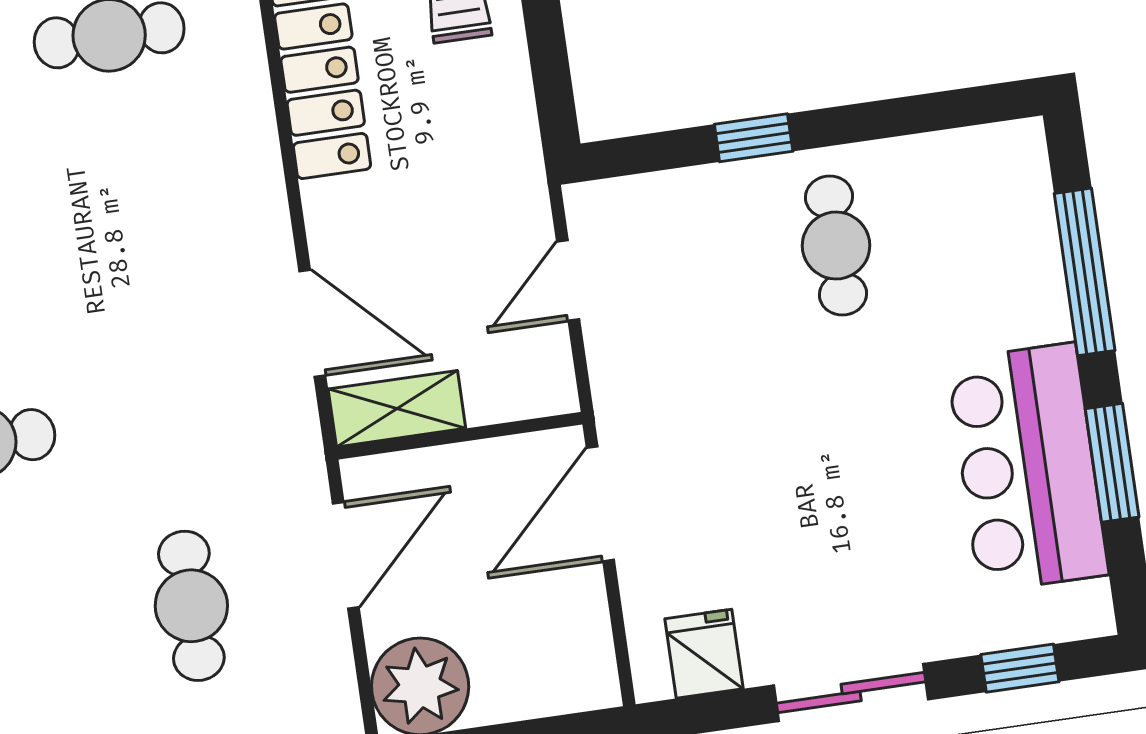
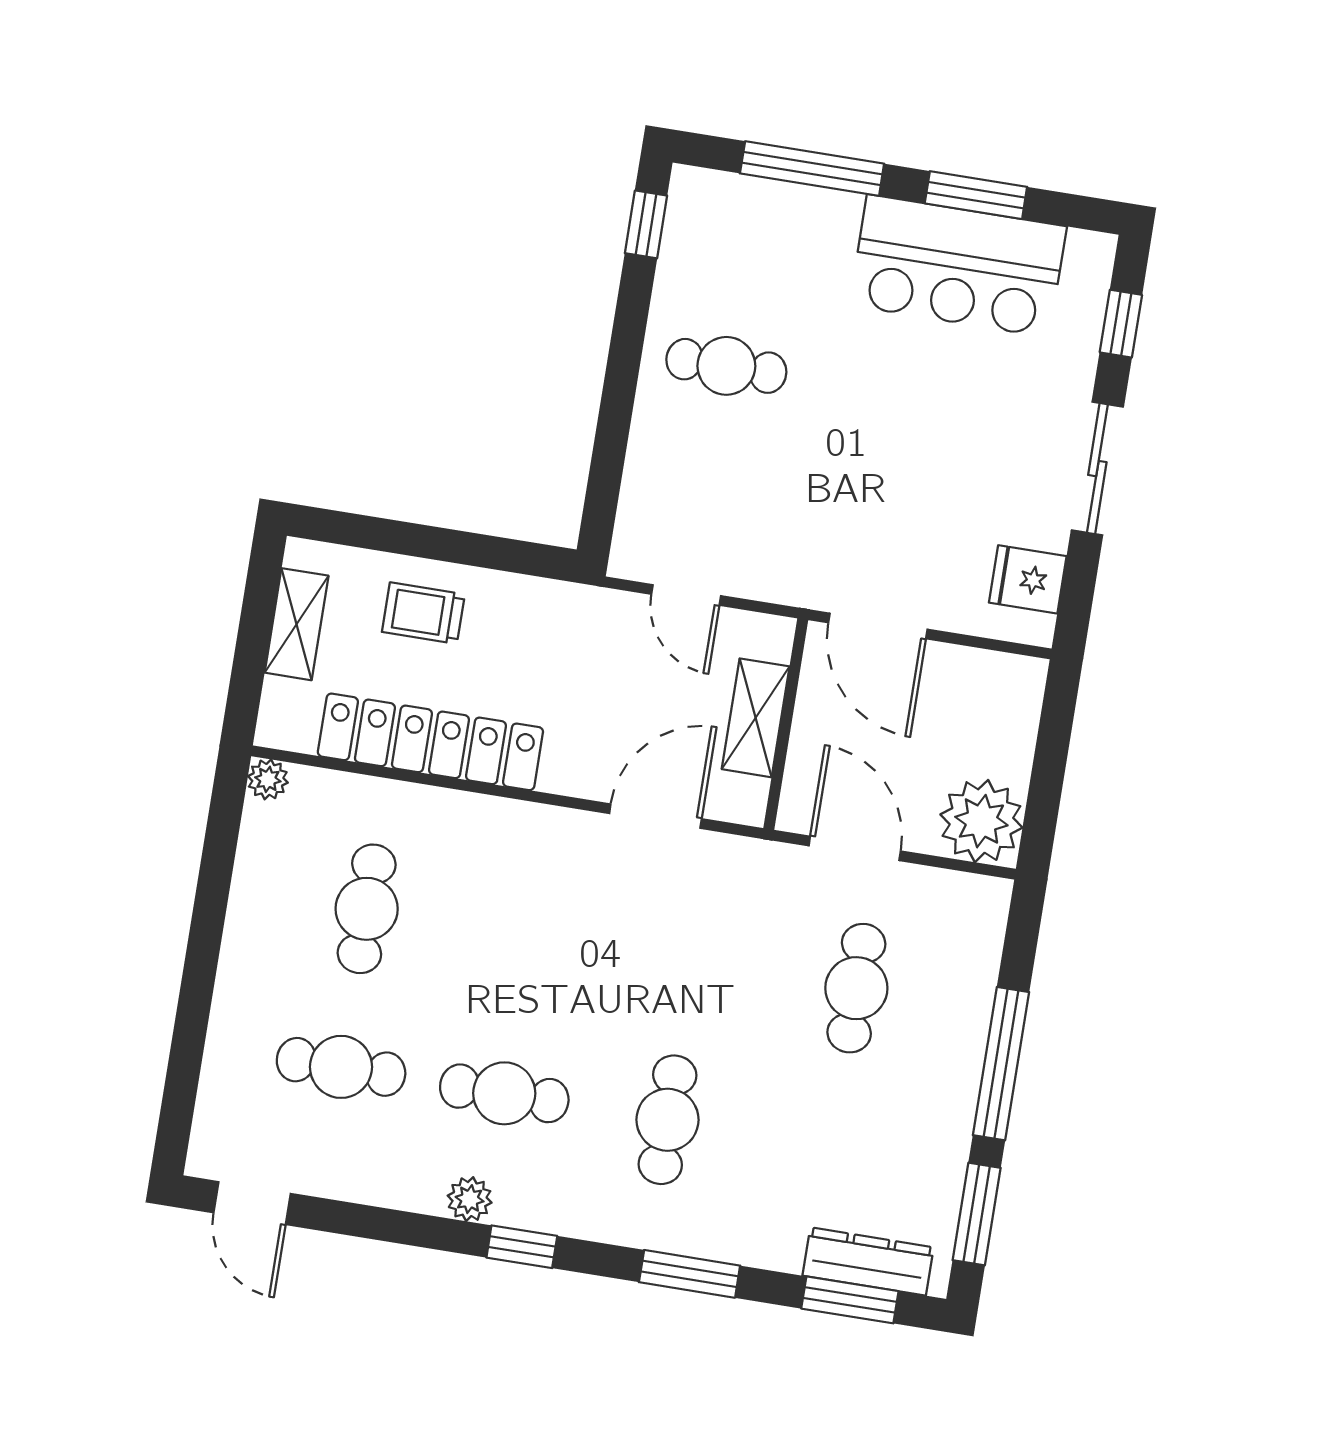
window: (754, 138) -> (646, 224), moved
shelving: (397, 409) -> (756, 718), moved
cafe table: (191, 606) -> (856, 988), turned 90

